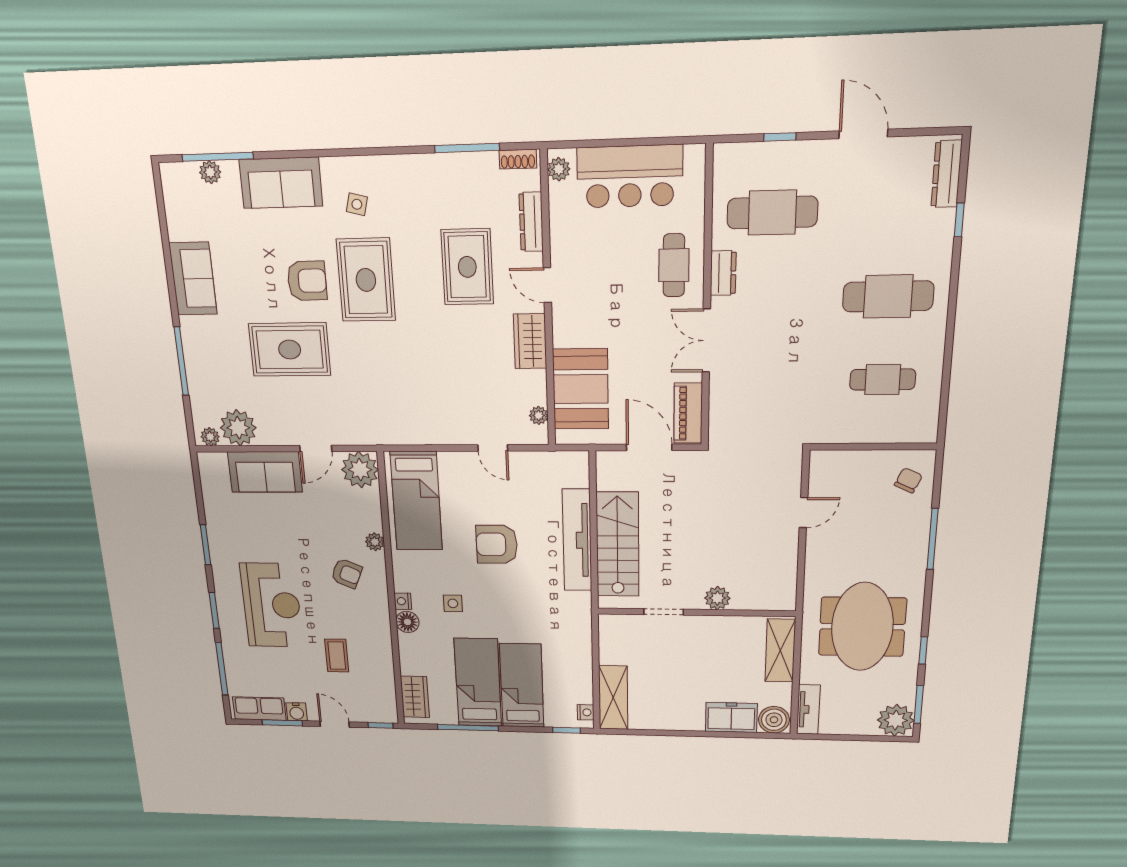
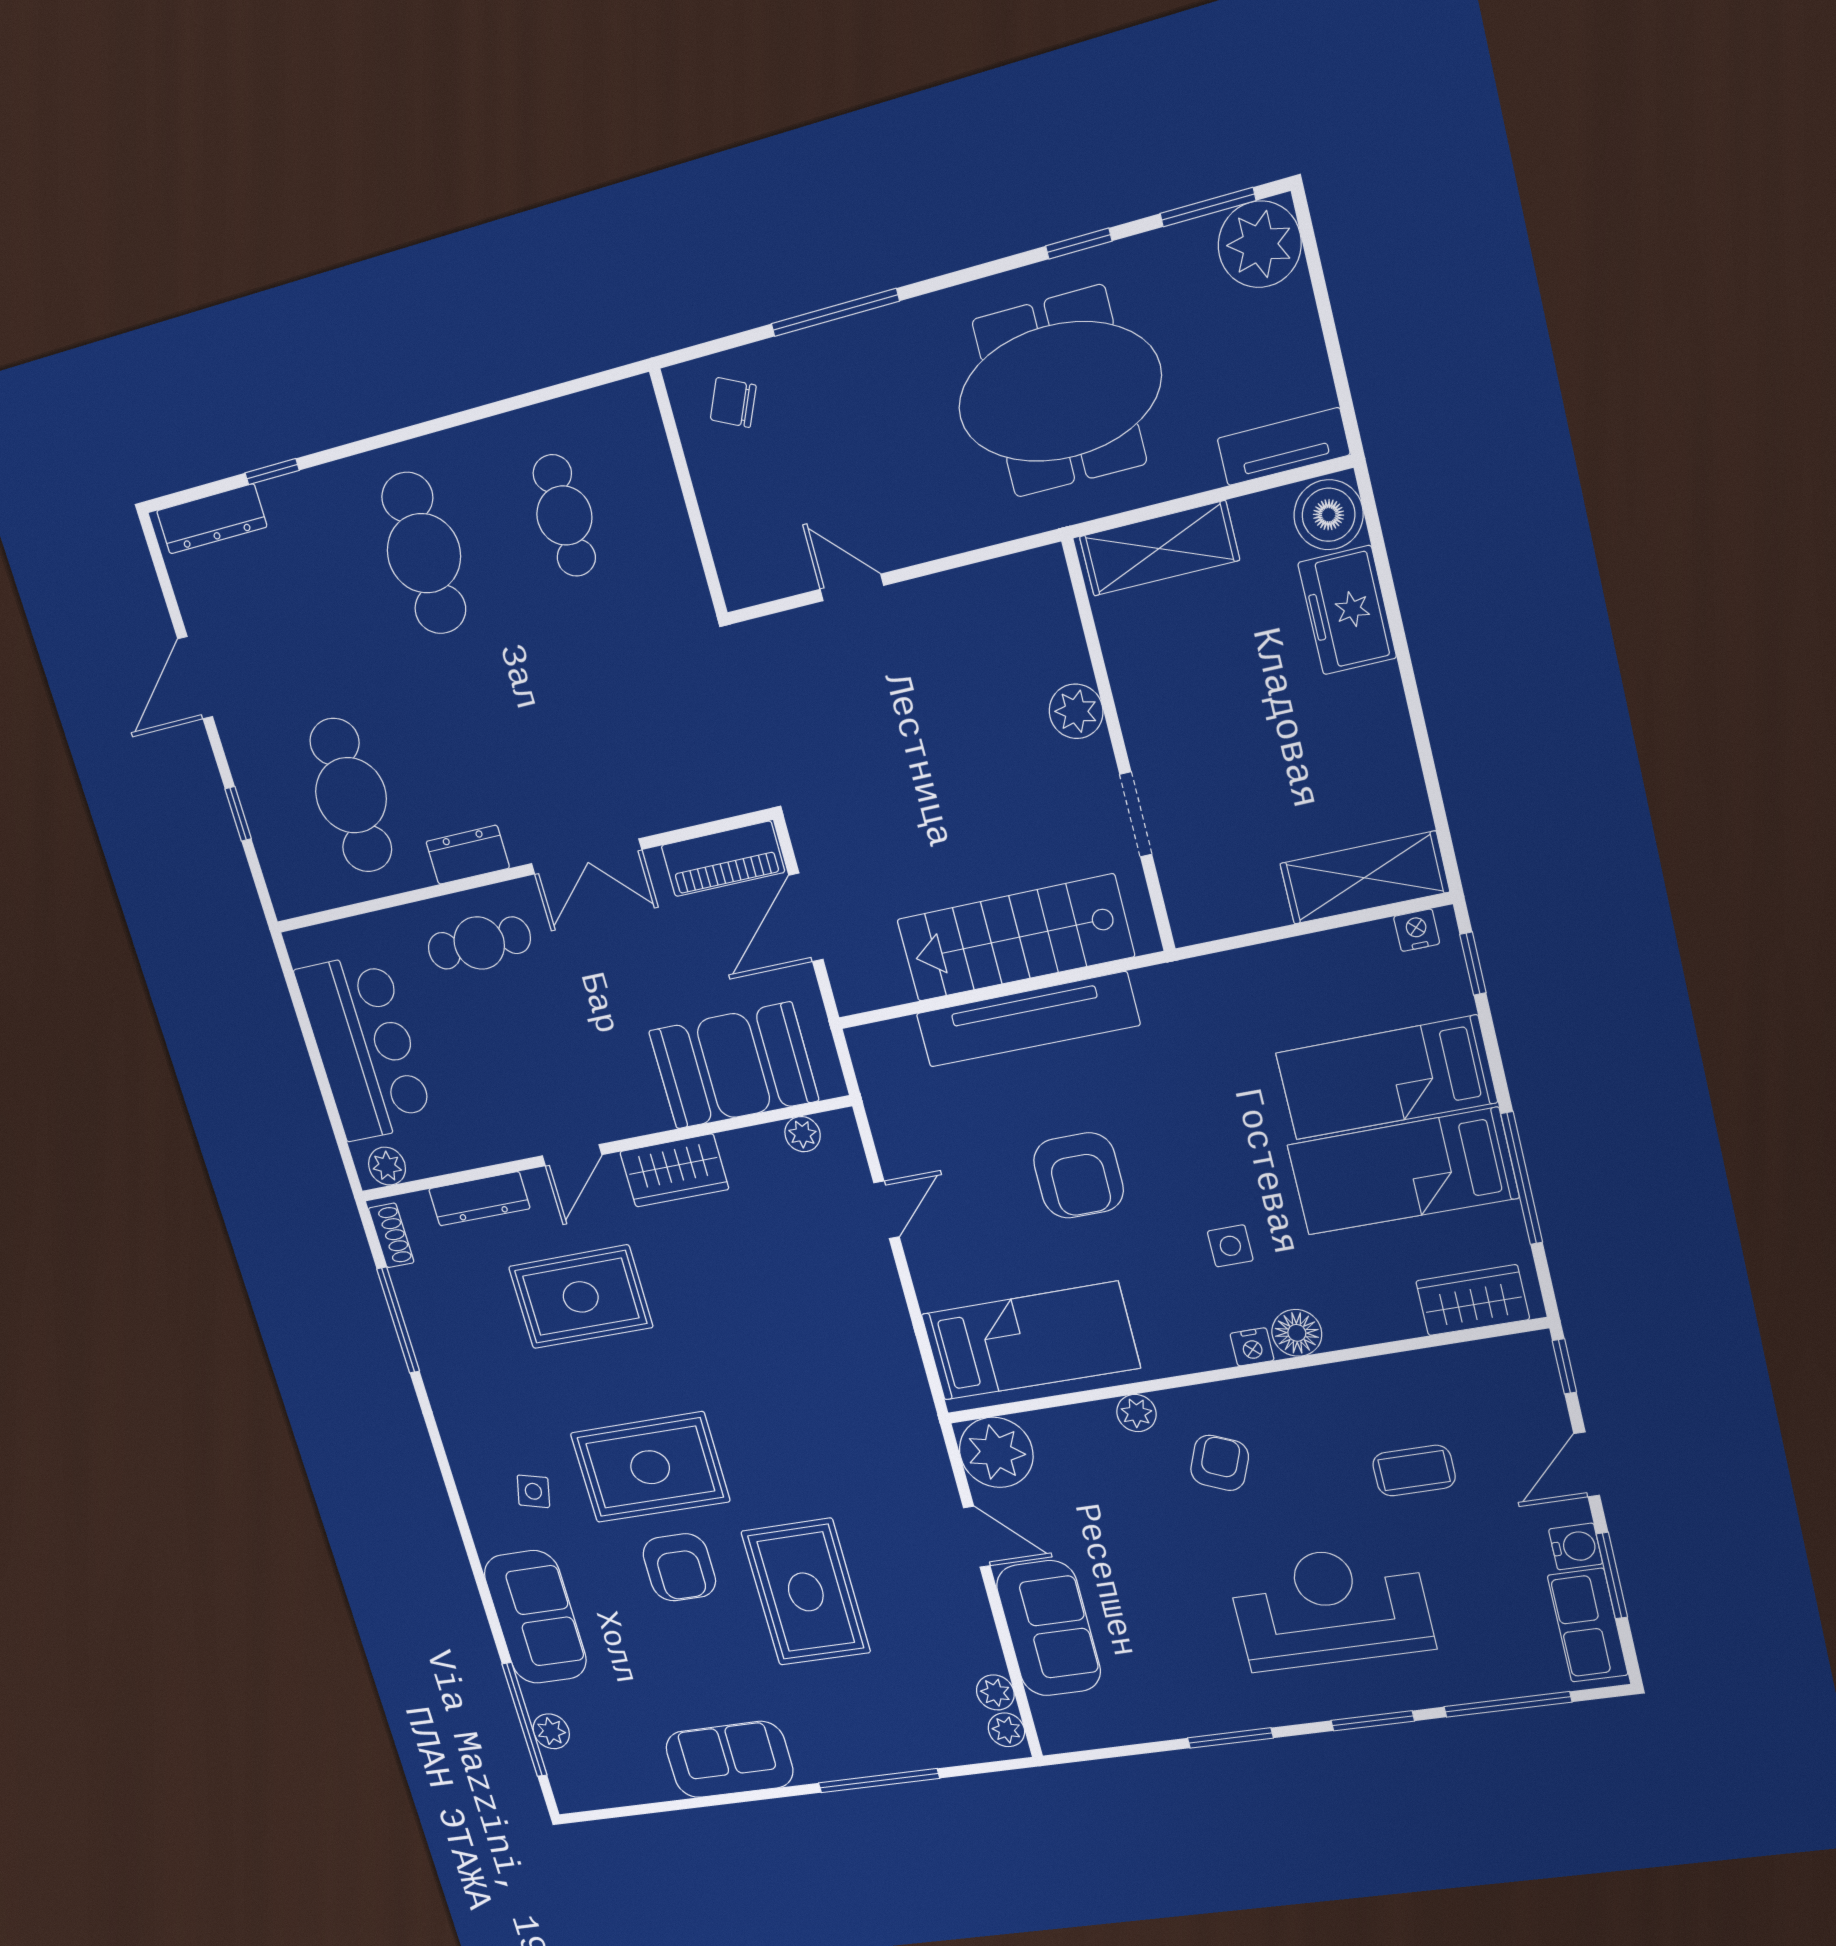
armchair: (307, 281) -> (679, 1567), turned 180
plant: (238, 428) -> (995, 1692), width x0.53, depth x0.53

